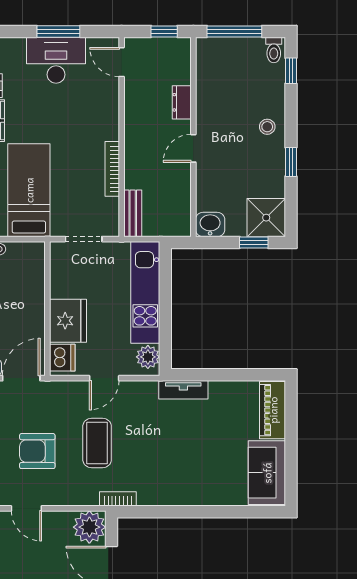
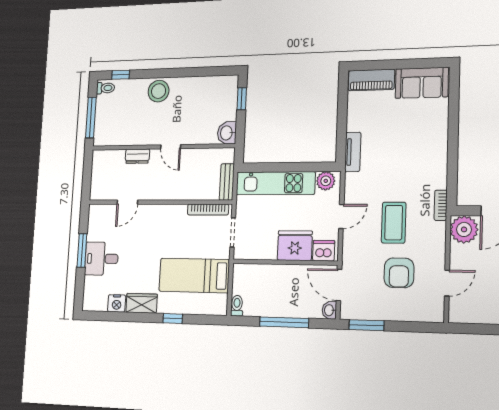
window: (164, 31) -> (87, 170), removed
desk: (56, 60) -> (101, 259), width x0.73
door: (122, 62) -> (127, 202), moved
stool: (267, 127) -> (159, 91), width x1.89, depth x1.89
window: (291, 162) -> (185, 72), removed
bookcase: (112, 169) -> (208, 210), moved
bench: (133, 213) -> (227, 182), moved, turned 90
shower: (266, 218) -> (224, 90), removed
door: (104, 378) -> (341, 216), hinge flipped
coffee table: (97, 443) -> (394, 223), turned 90

